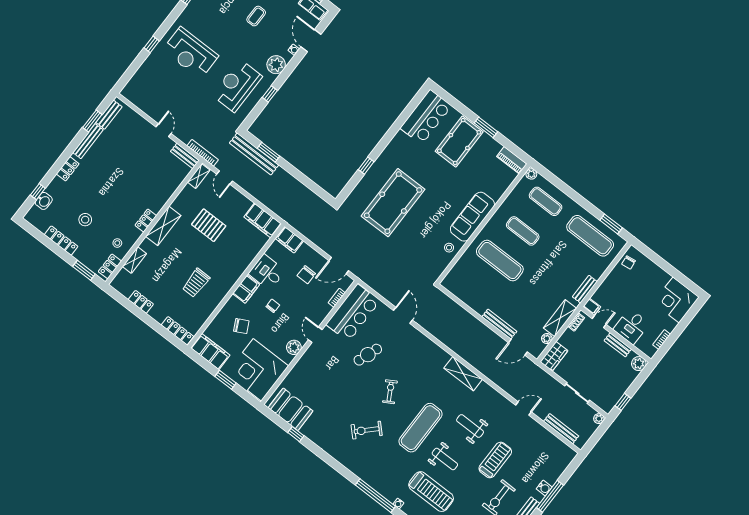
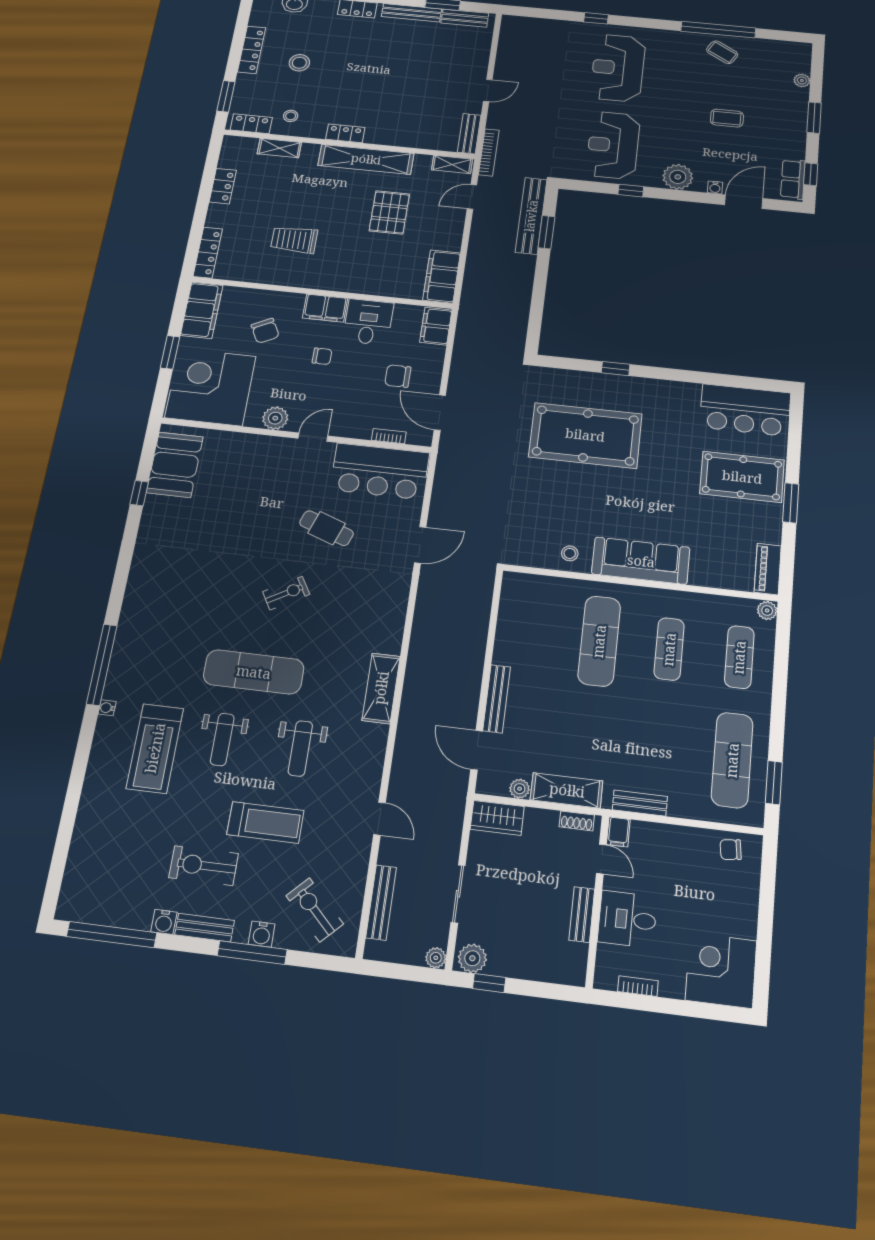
reception desk: (237, 86) -> (613, 145), turned -90
shelving: (163, 226) -> (366, 159), width x1.47
plant: (639, 364) -> (472, 958), moved
weight bench: (470, 426) -> (300, 748), turned 180
exercise bike: (367, 430) -> (315, 910), moved

